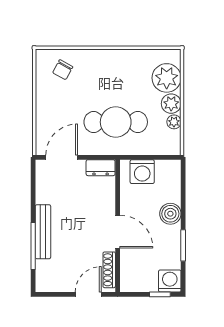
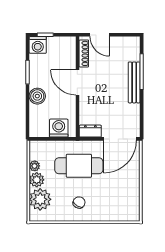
chair: (63, 70) -> (79, 203), moved
door: (62, 157) -> (120, 139), width x1.36
door: (88, 294) -> (100, 35), hinge flipped

